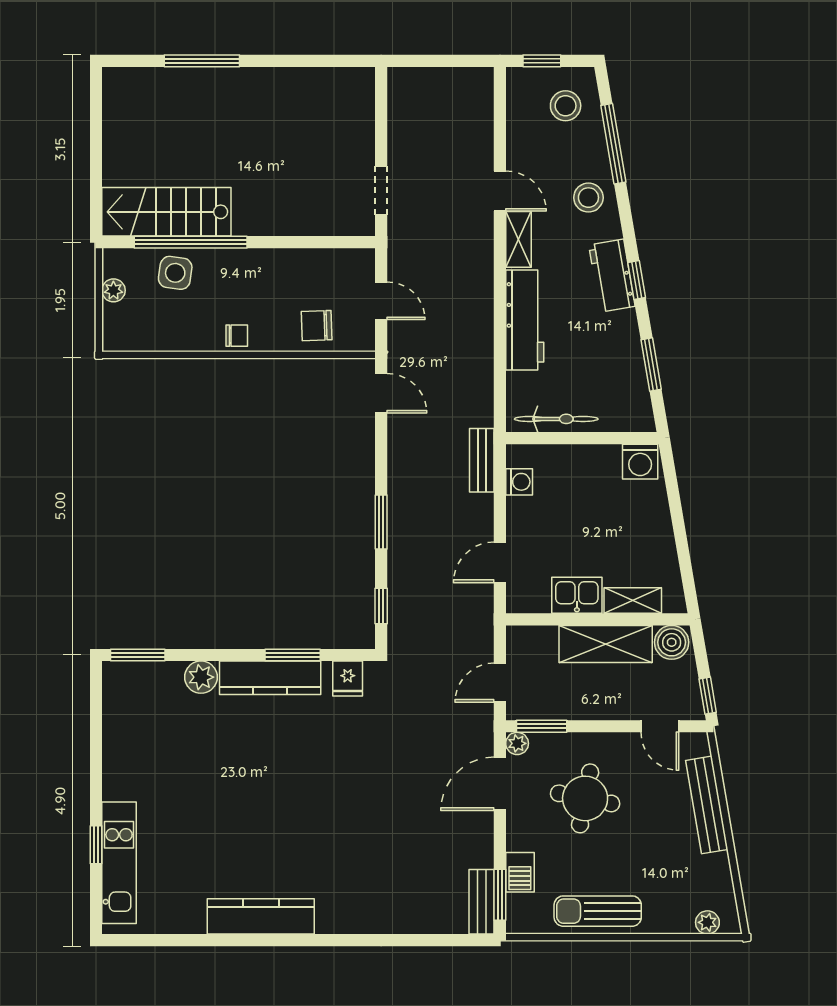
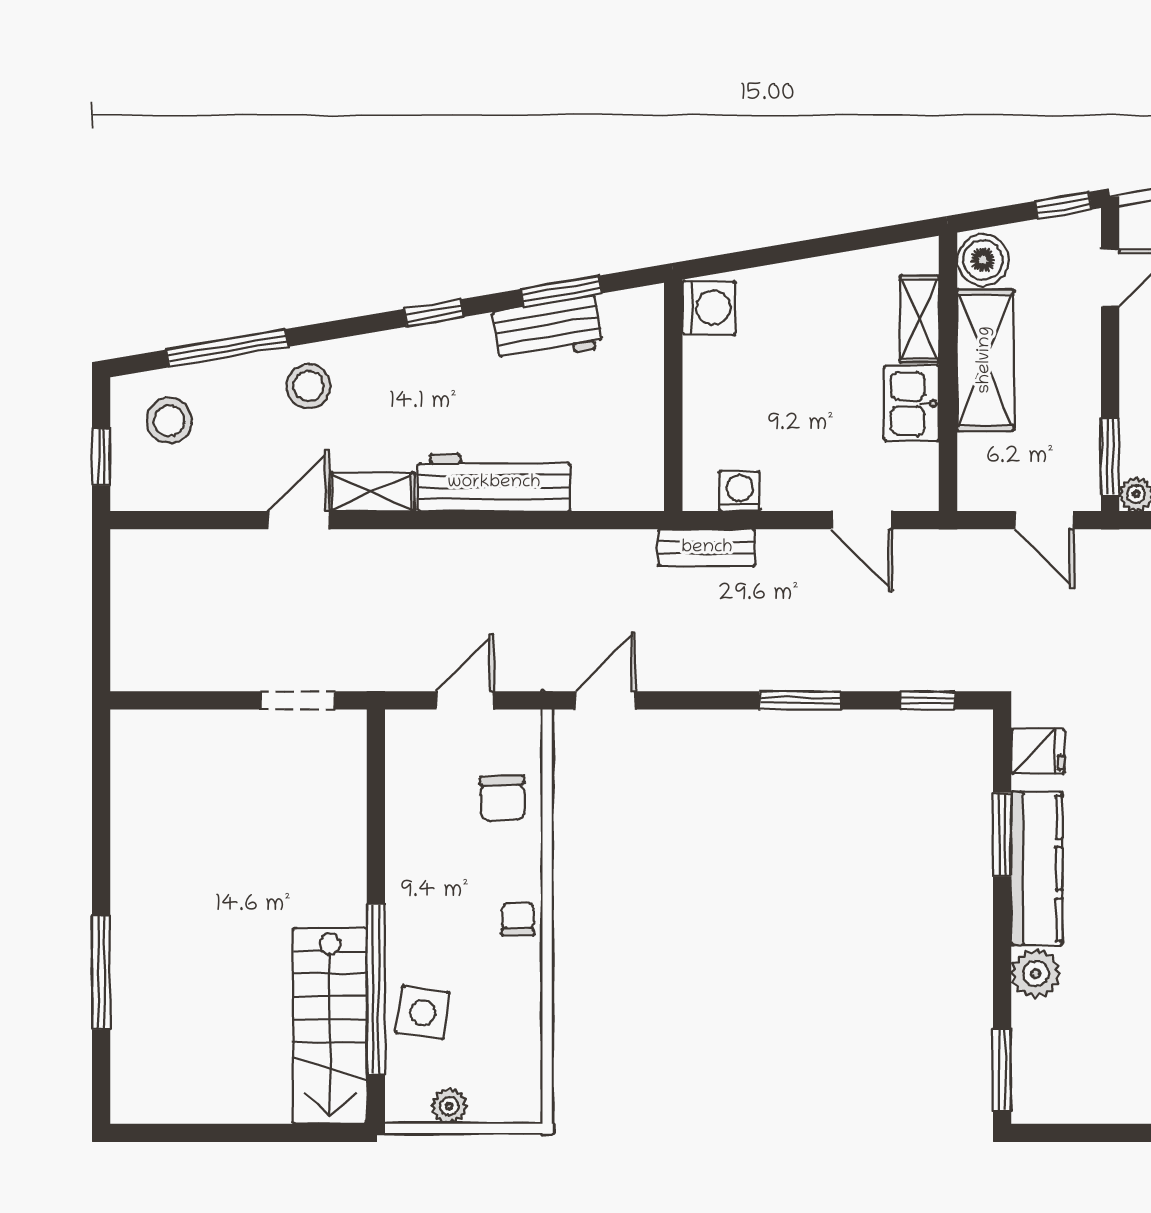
workbench: (612, 276) -> (548, 330), moved
bicycle: (556, 419) -> (644, 435), removed

